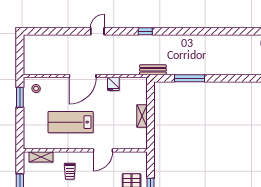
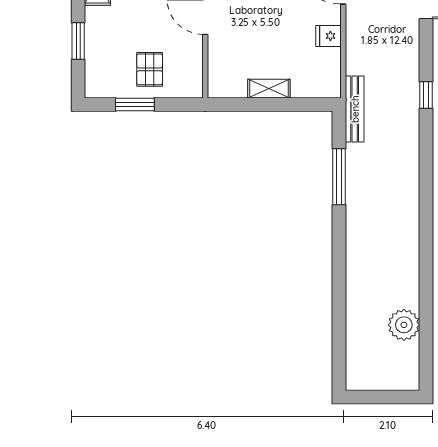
bench: (153, 70) -> (355, 109), width x1.36

